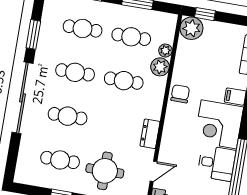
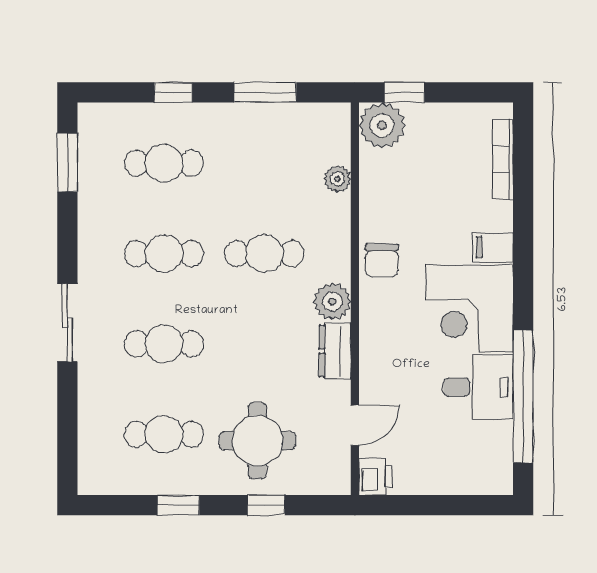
window: (33, 34) -> (67, 162), moved
cafe table: (131, 37) -> (264, 163), removed
plant: (160, 67) -> (332, 302), moved
chair: (180, 94) -> (382, 261), turned 180
sliding door: (22, 98) -> (67, 323), width x0.54

